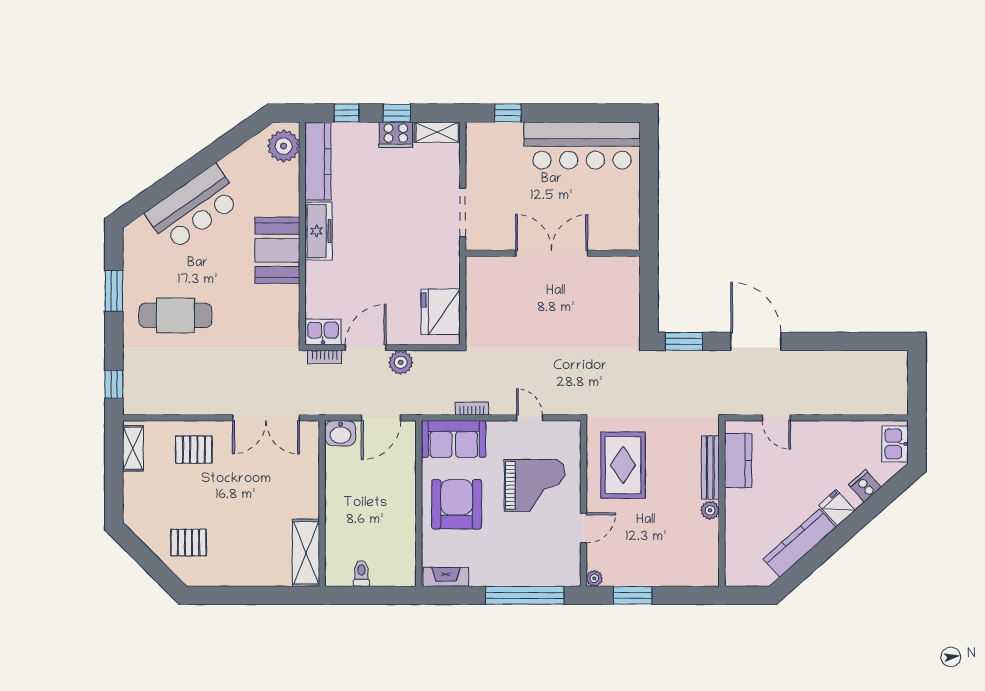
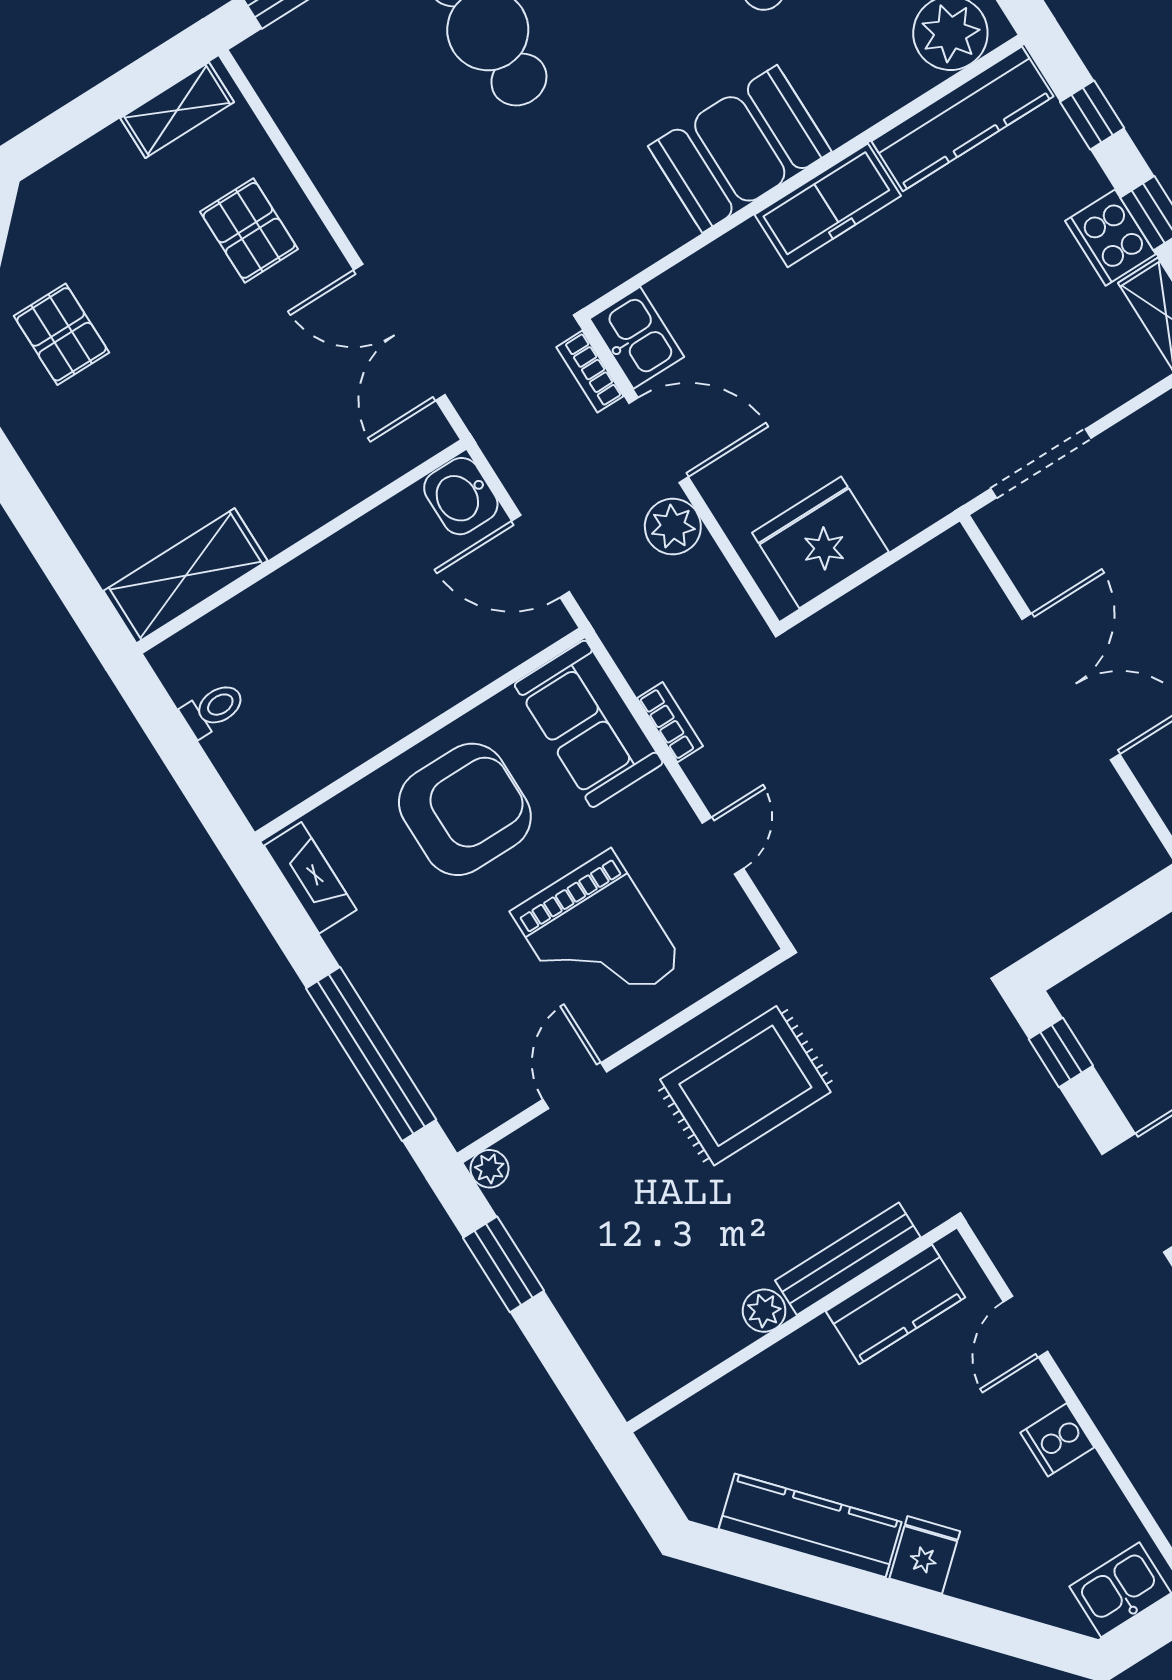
window: (684, 341) -> (1061, 1052), width x0.67
cooker: (865, 486) -> (1057, 1440), moved, turned -138
door: (583, 528) -> (575, 1086), swing flipped

